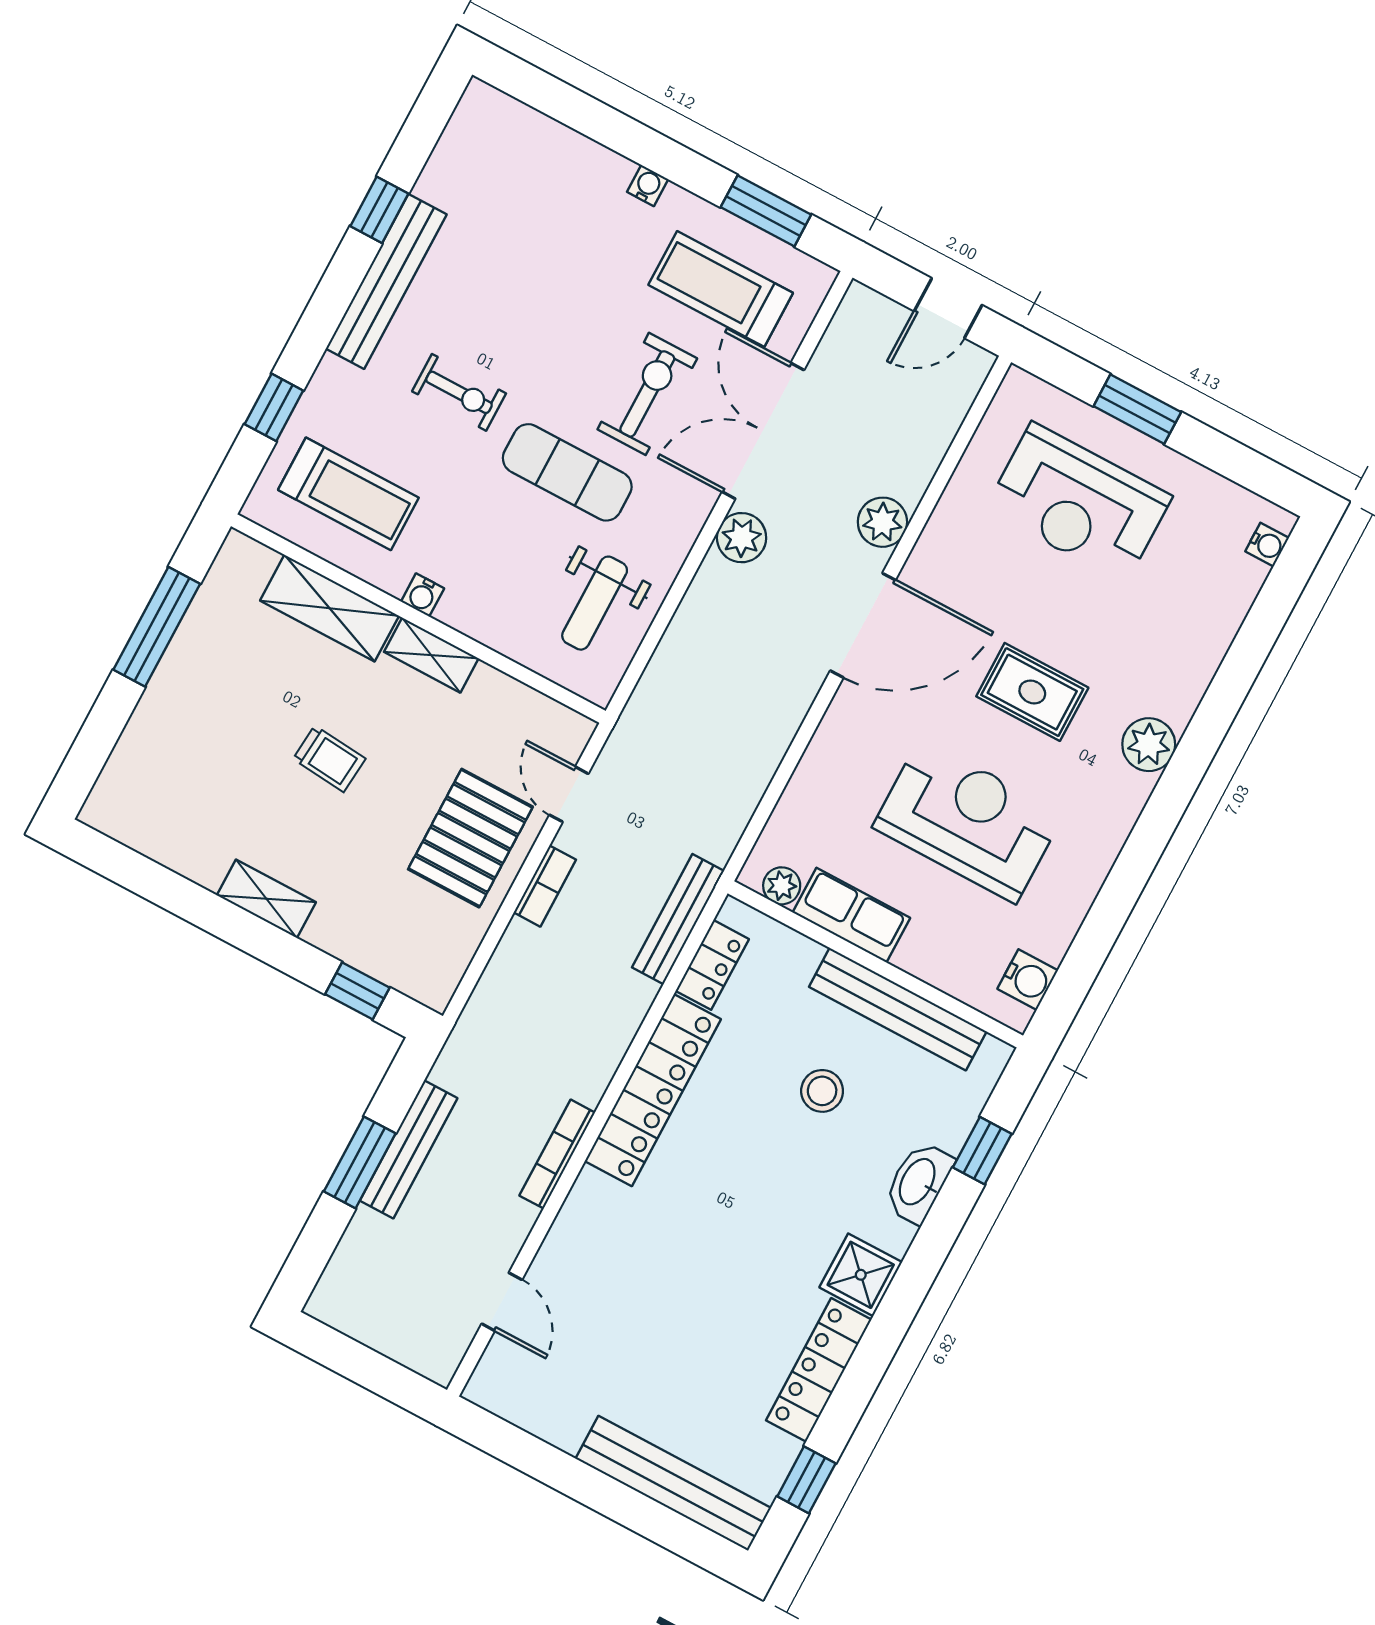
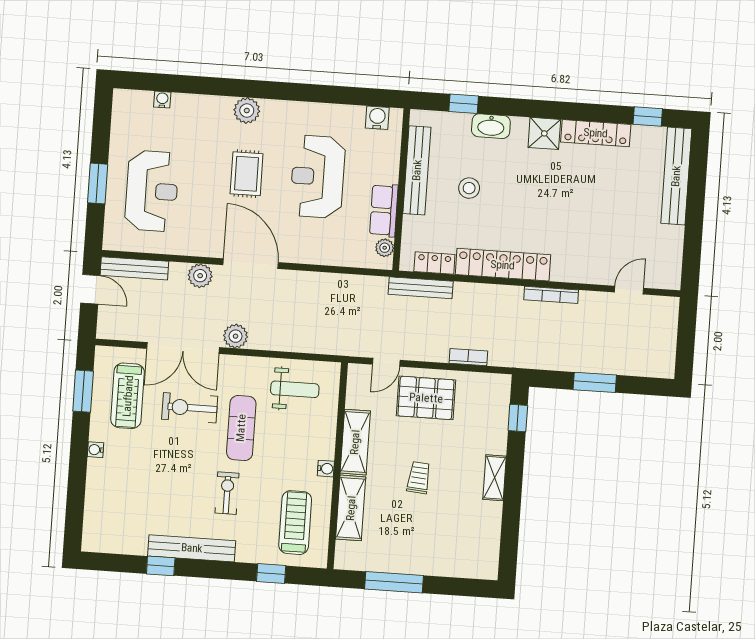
water cooler: (1267, 545) -> (162, 100), moved
shelving: (431, 655) -> (355, 442), width x1.50, depth x1.33
bookcase: (545, 886) -> (468, 357), moved
bench: (409, 1149) -> (134, 268), moved

